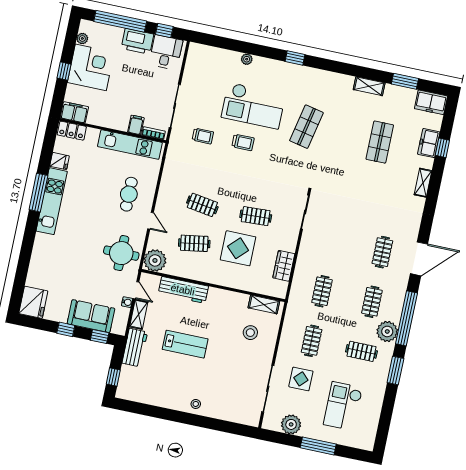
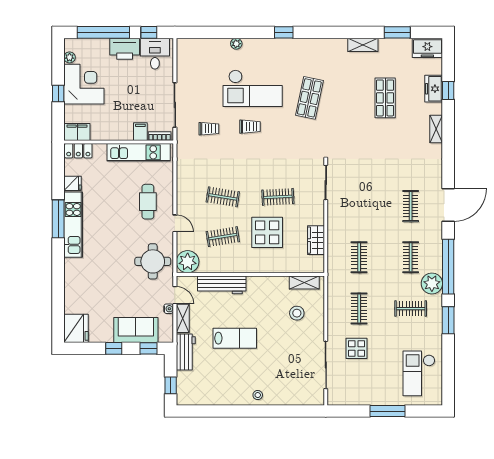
checkout: (343, 406) -> (419, 373), moved
plant: (291, 424) -> (356, 395), removed

